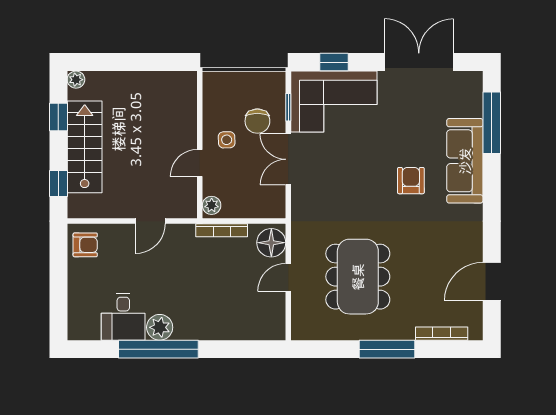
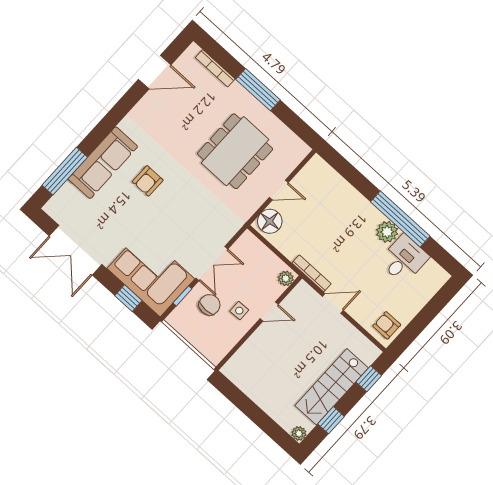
bookcase: (222, 230) -> (311, 273), moved

